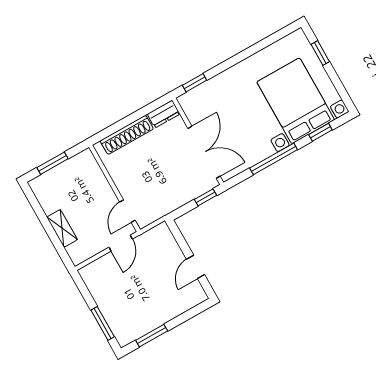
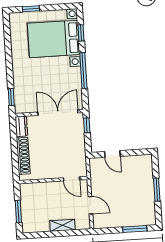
door: (121, 243) -> (90, 205), moved
door: (196, 267) -> (112, 154), moved
window: (152, 336) -> (157, 190), moved

